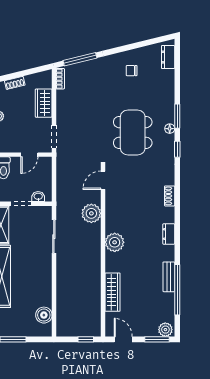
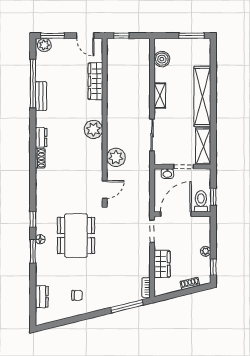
dresser: (168, 57) -> (42, 297), moved
door: (29, 155) -> (176, 214), width x1.88
shoe rack: (170, 196) -> (40, 158), moved
shelving: (46, 277) -> (160, 96), added

